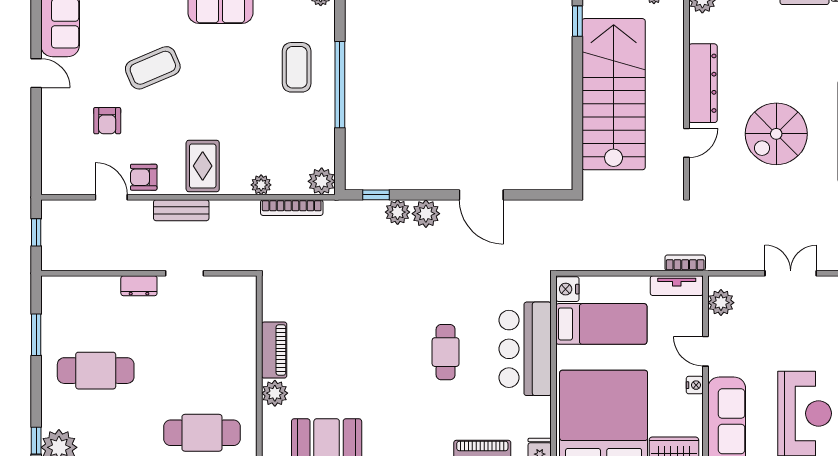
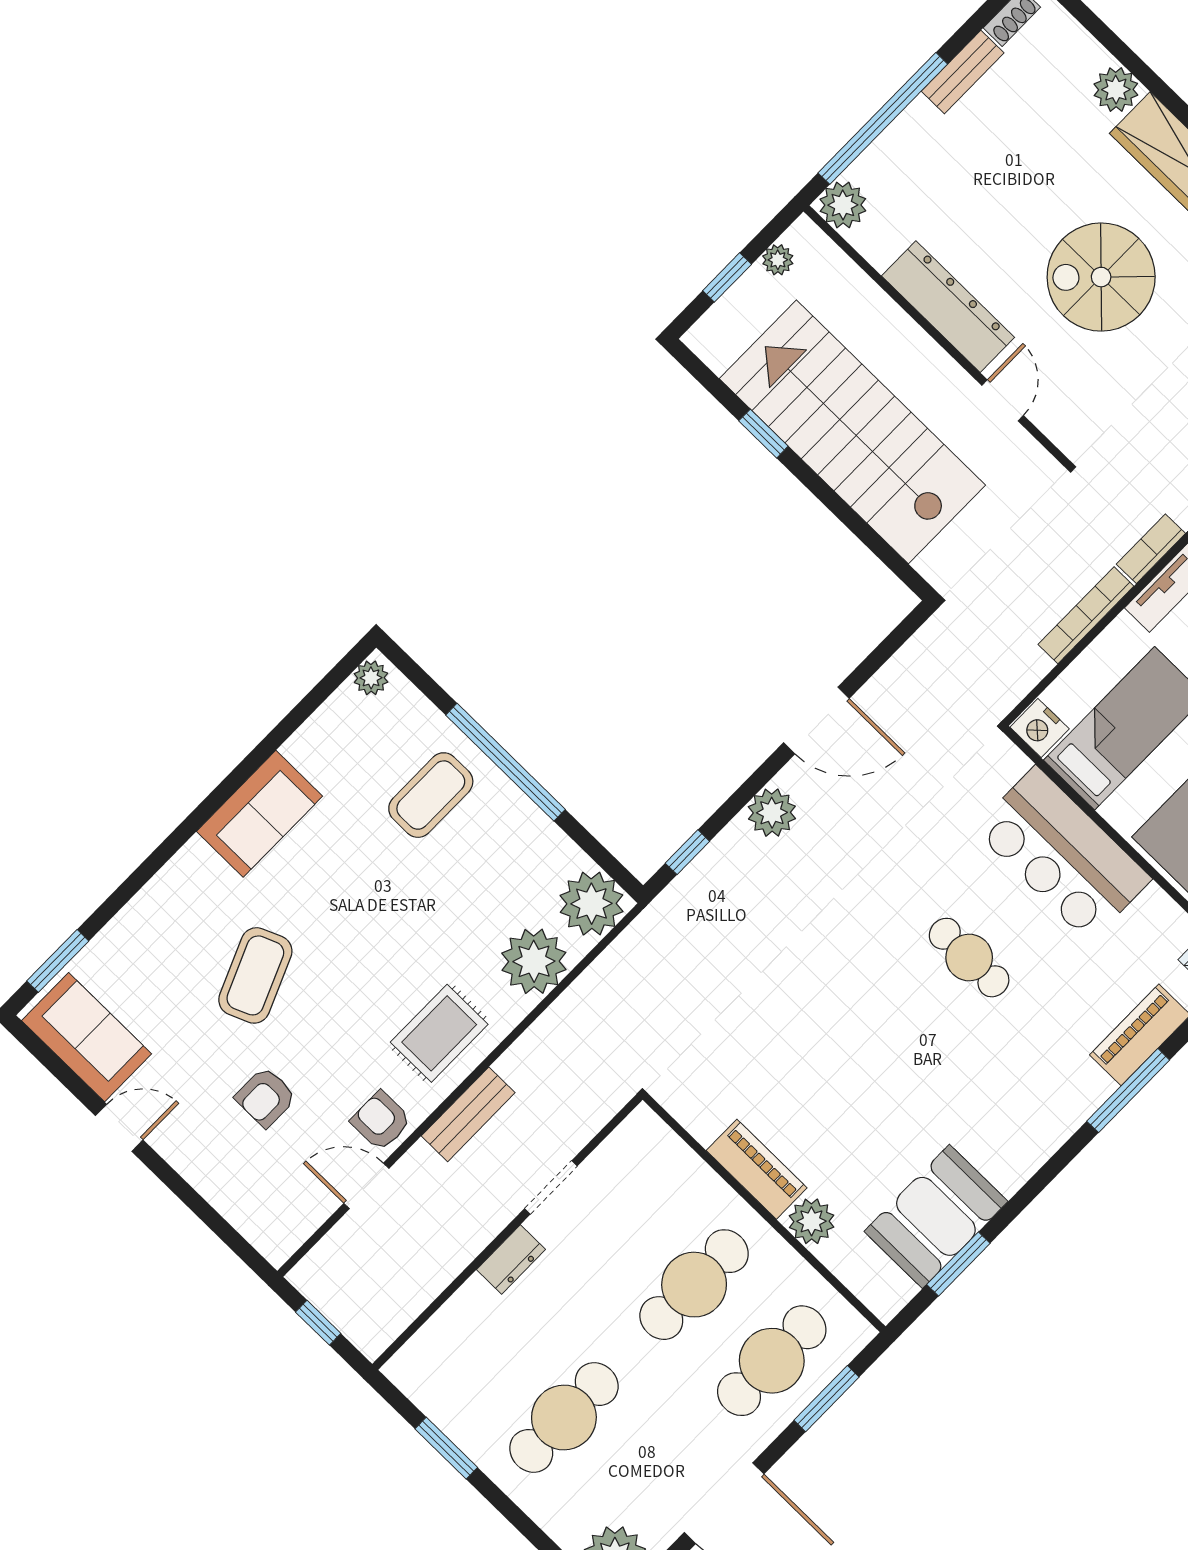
window: (577, 21) -> (763, 434), moved
coffee table: (297, 67) -> (431, 795), turned 90
armchair: (107, 121) -> (266, 1097), turned 90
spiral stairs: (776, 134) -> (1101, 277), turned 90
rug: (203, 166) -> (439, 1033), turned 90
armchair: (144, 177) -> (381, 1121), turned 90
plant: (322, 181) -> (591, 904), width x1.36, depth x1.36
plant: (261, 185) -> (534, 961), width x1.87, depth x1.87
bookcase: (292, 208) -> (1086, 615), moved, turned 180
plant: (398, 212) -> (735, 846), removed
cafe table: (202, 371) -> (694, 1285), added

